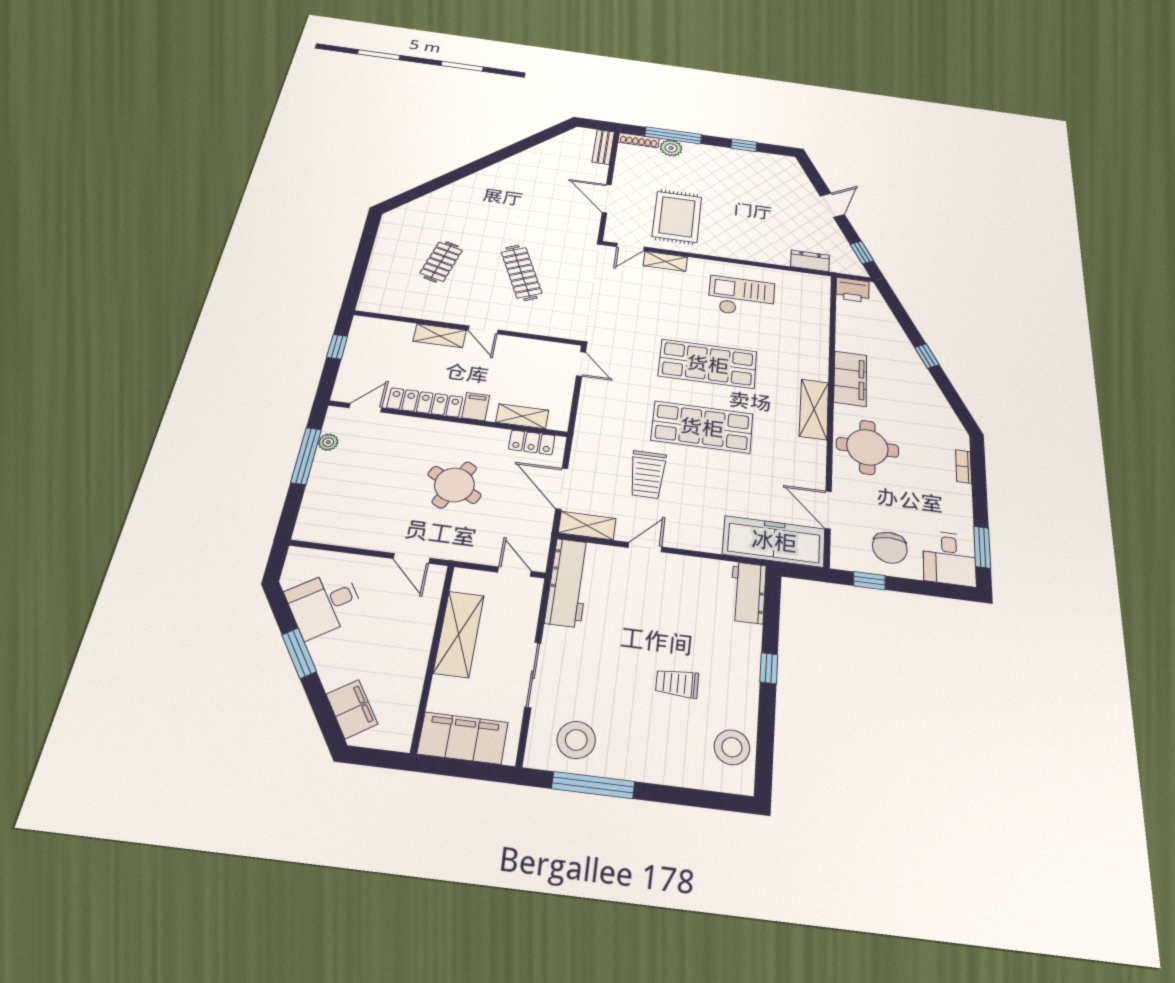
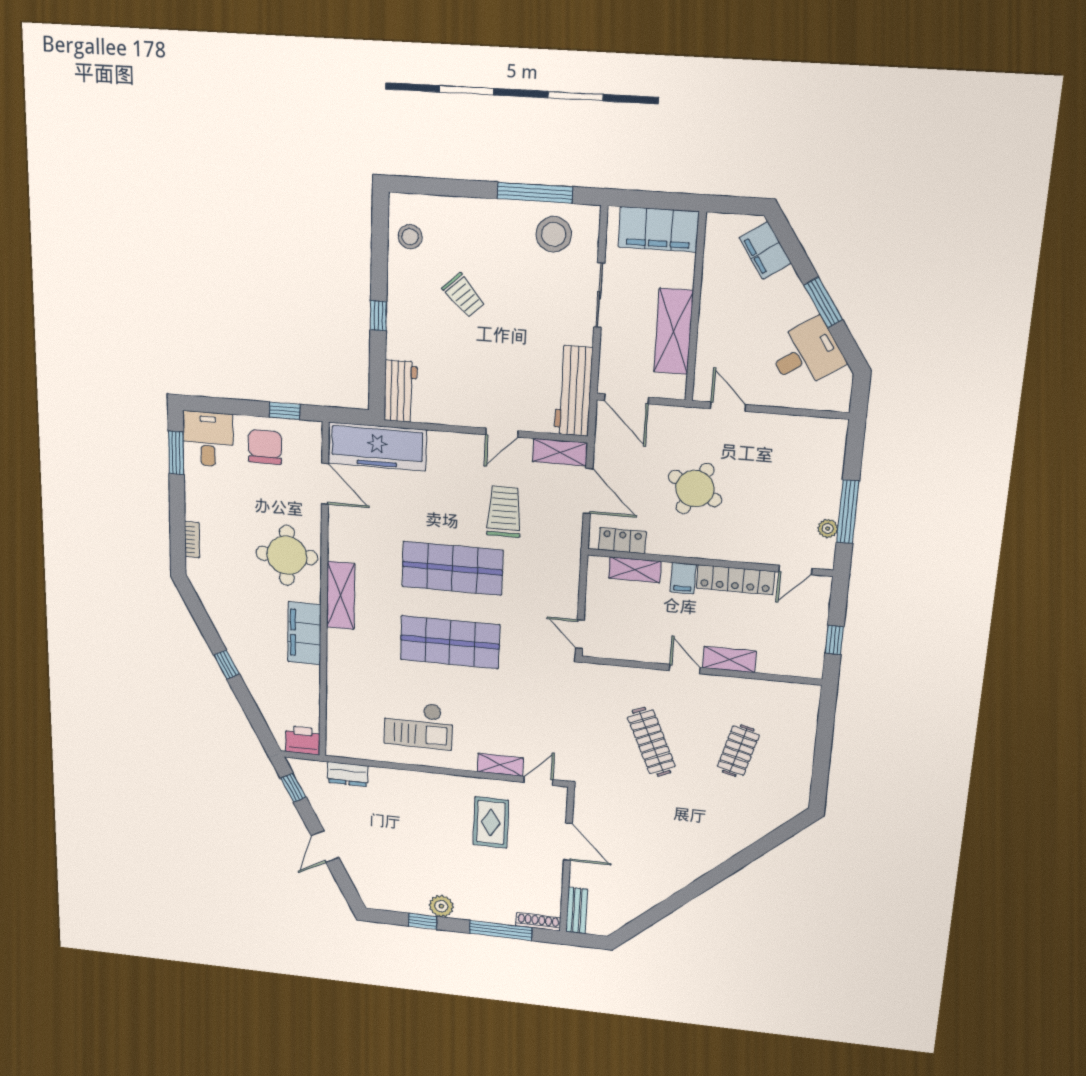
plant: (671, 148) -> (441, 906), moved
rug: (677, 217) -> (491, 822), width x0.73, depth x0.70
door: (514, 572) -> (626, 399), width x1.38
trolley: (677, 683) -> (464, 295), turned 47
stool: (732, 747) -> (410, 237), width x0.73, depth x0.73

